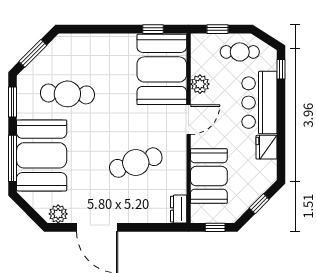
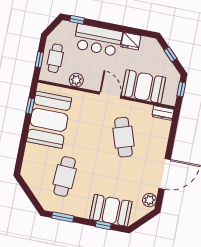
cafe table: (240, 52) -> (55, 58), moved
window: (33, 53) -> (31, 196), removed
booth: (162, 69) -> (49, 120), moved, turned 90
door: (189, 120) -> (110, 95), moved
booth: (42, 155) -> (111, 210), width x0.73, depth x0.70
window: (12, 158) -> (103, 225), width x0.46

